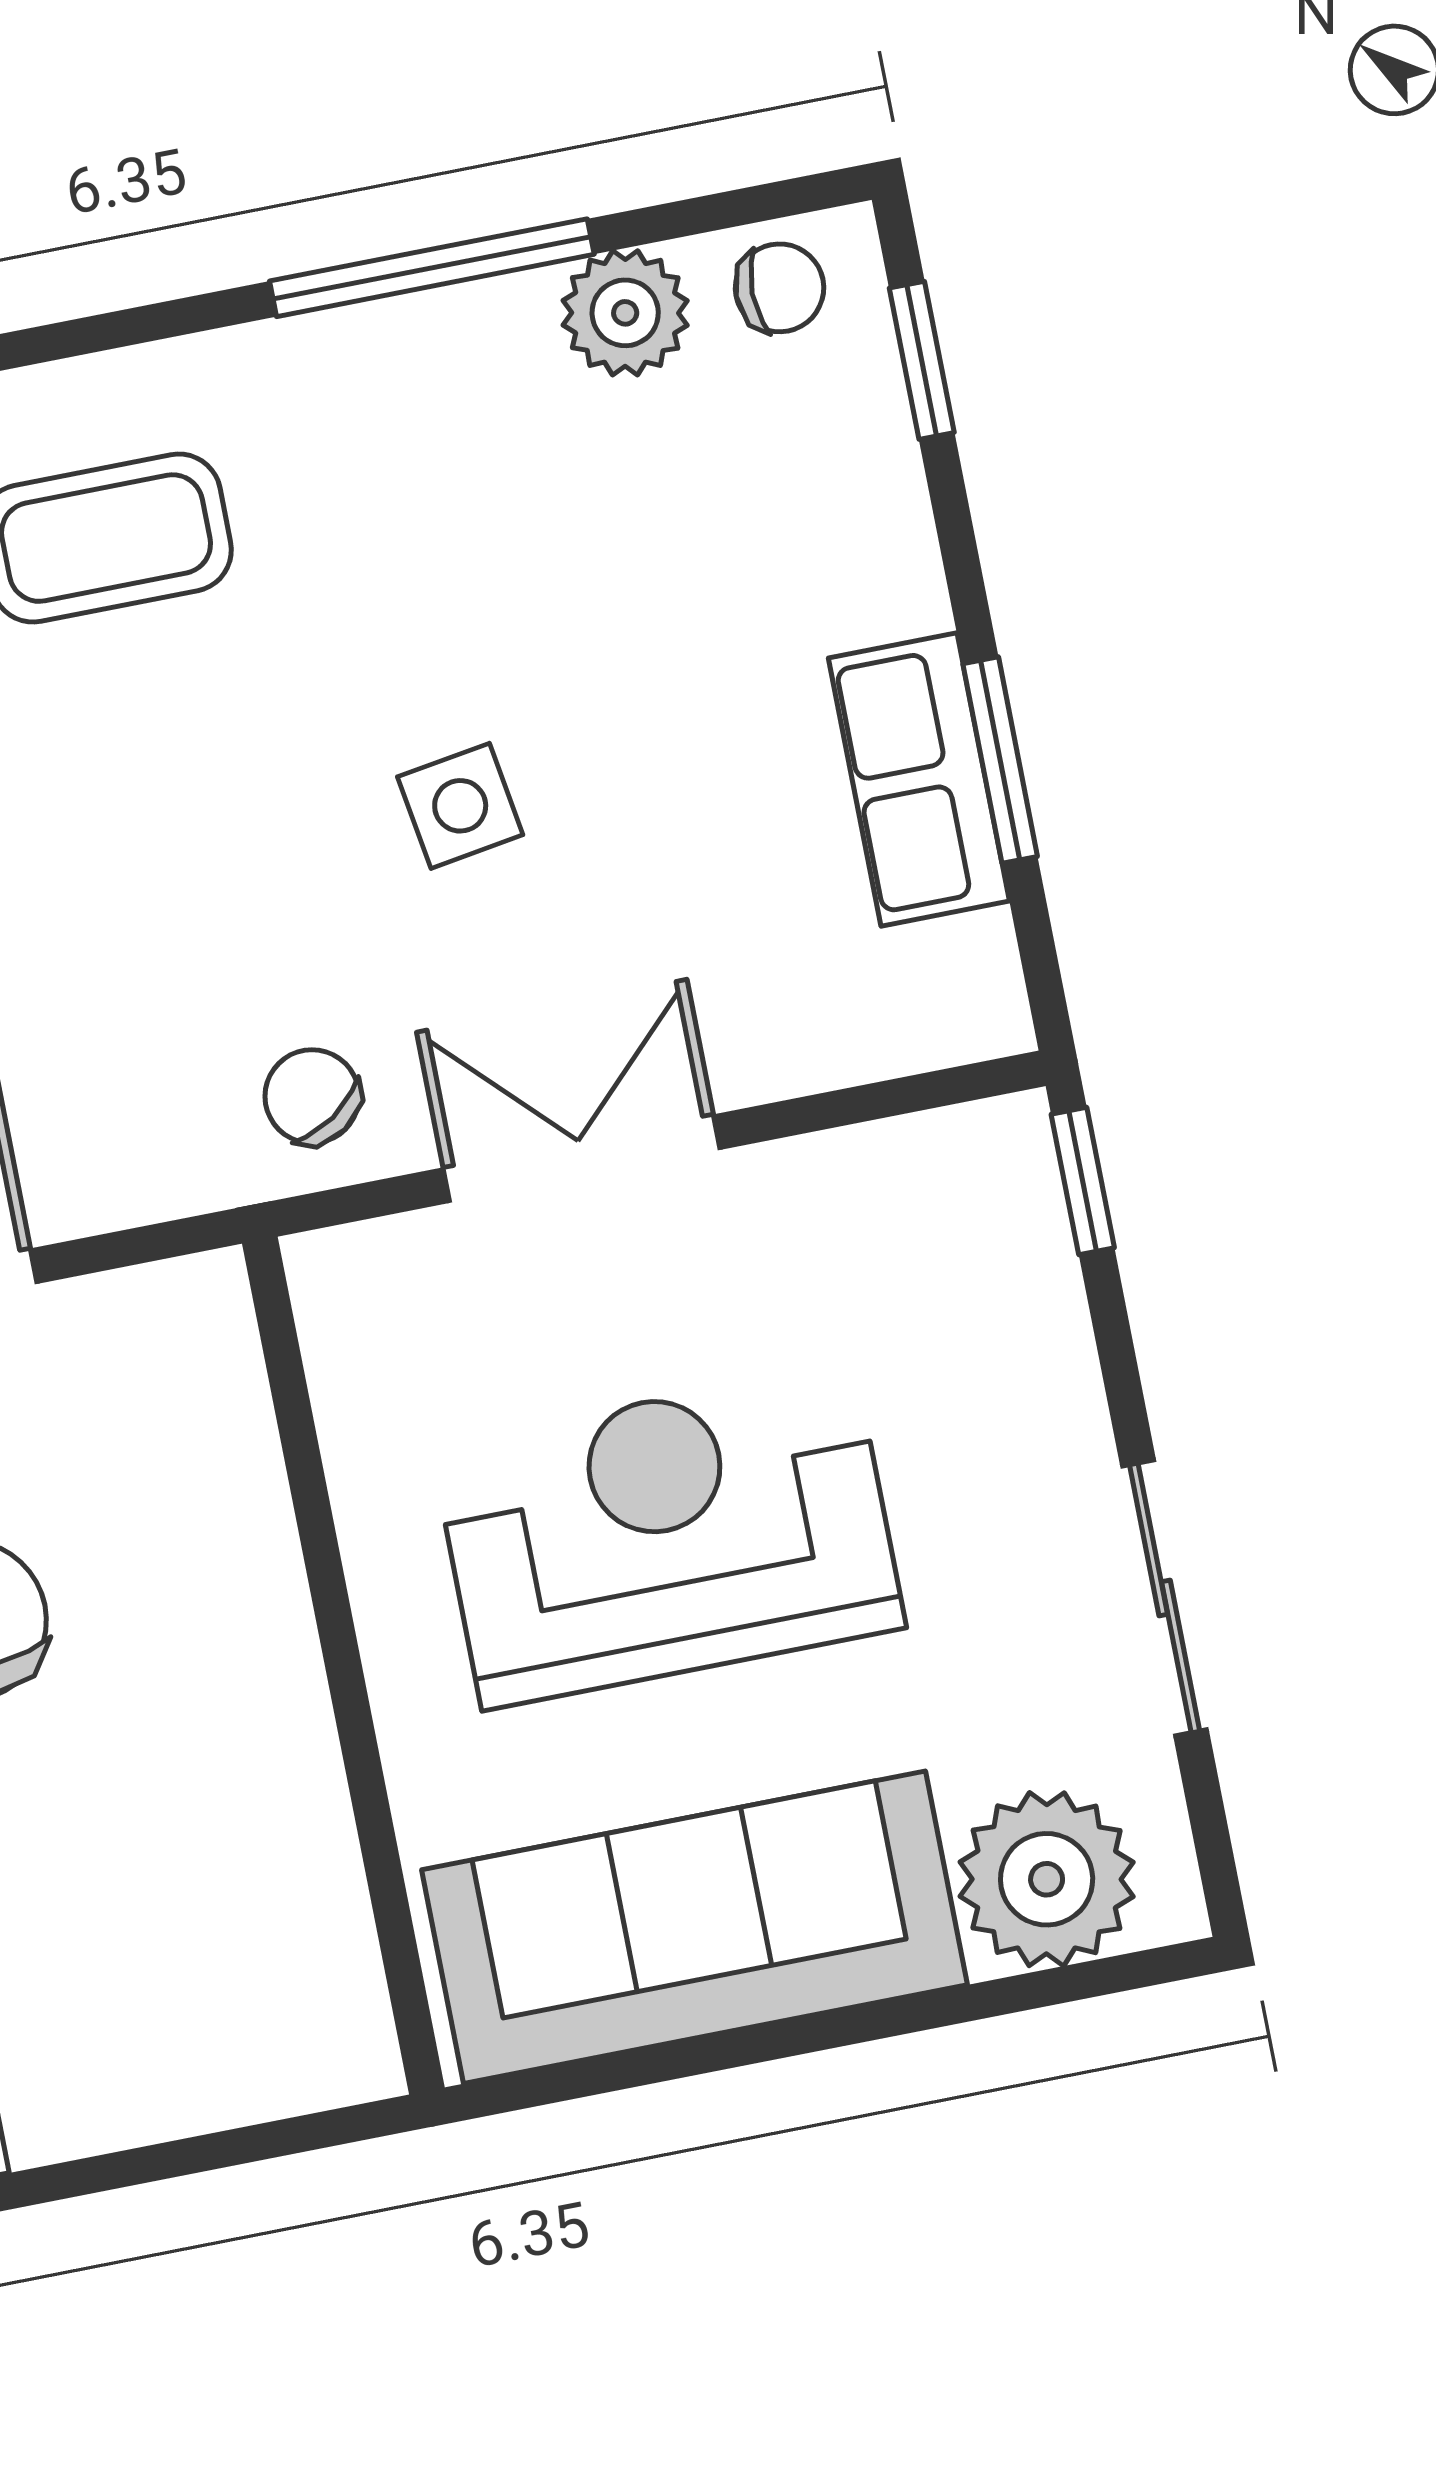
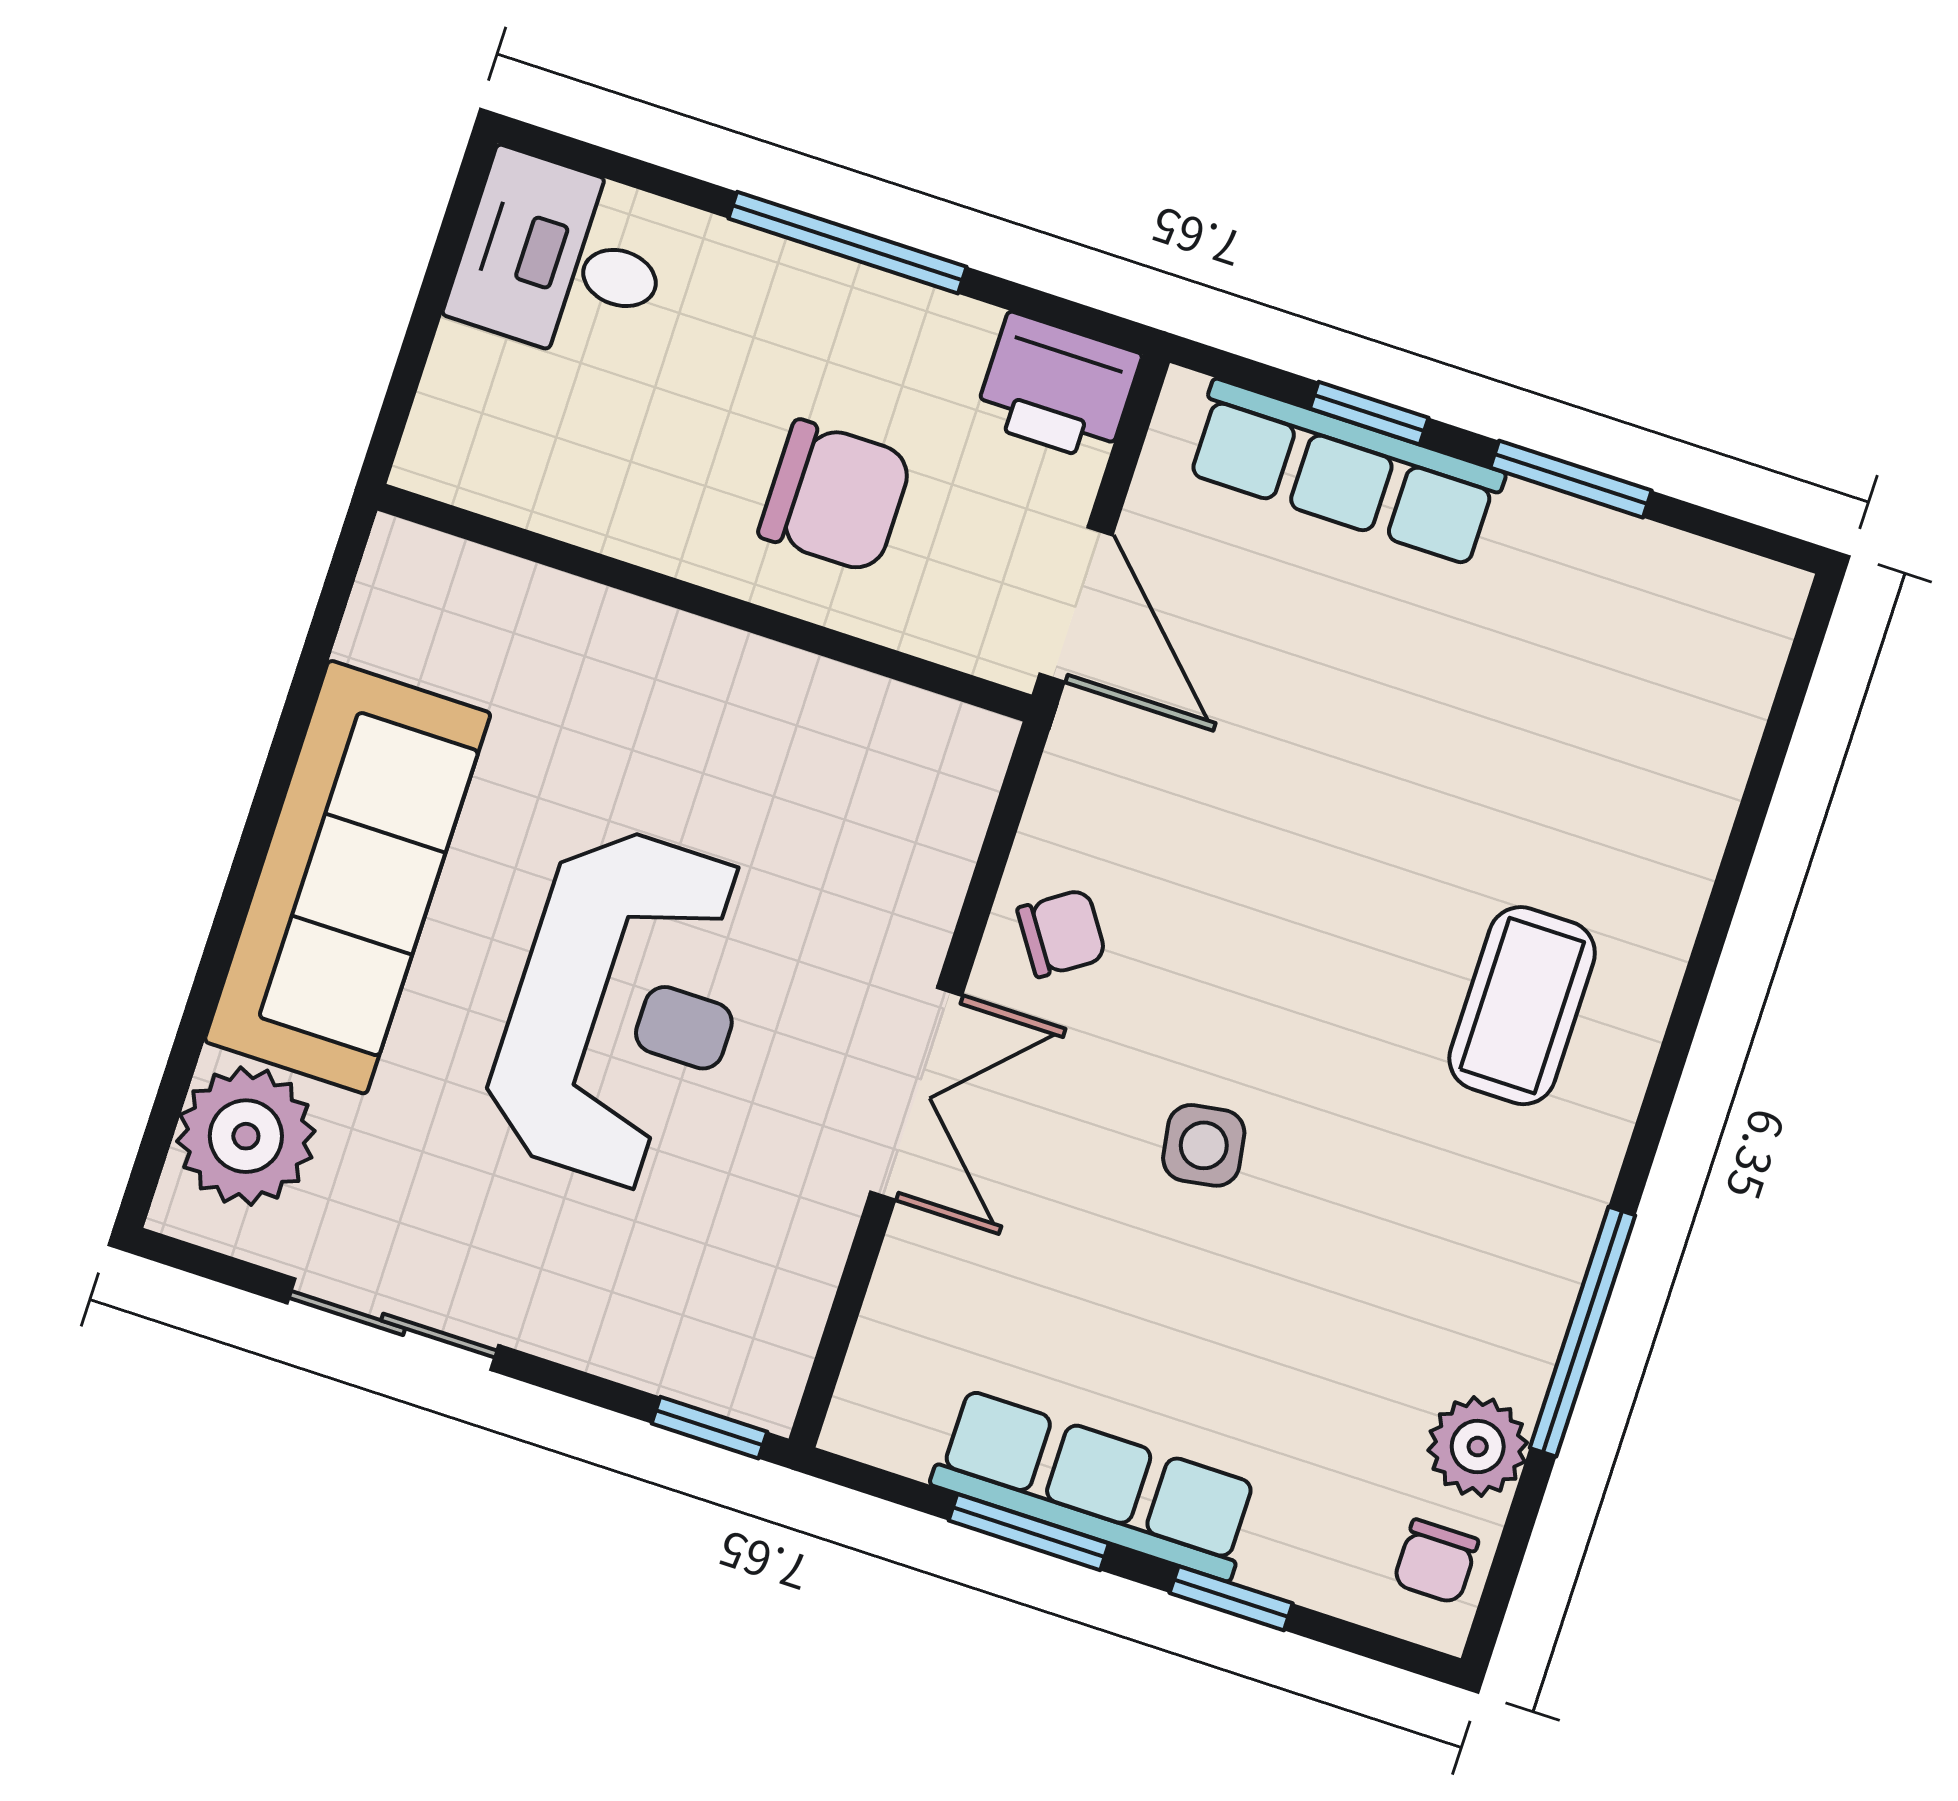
window: (922, 360) -> (1231, 1598), moved
row of seats: (919, 780) -> (1095, 1485), width x1.48
wall: (343, 1666) -> (705, 603), moved

